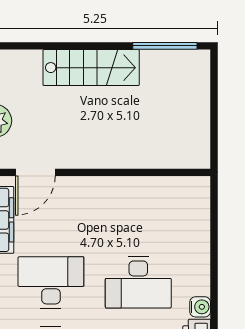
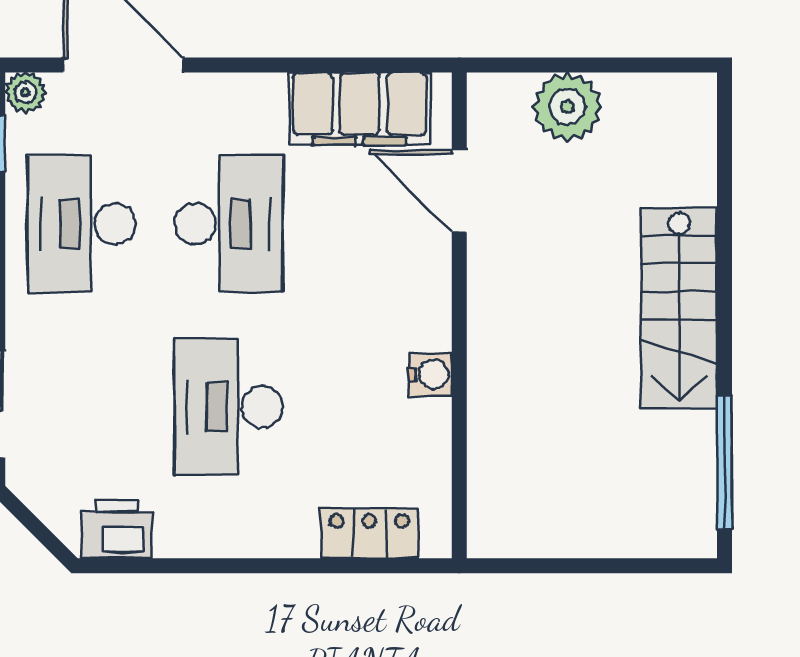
locker: (199, 215) -> (369, 533), added
water cooler: (200, 307) -> (430, 375), moved, turned -90

